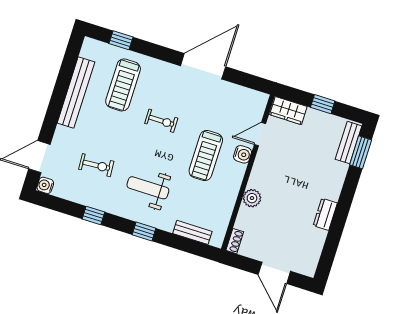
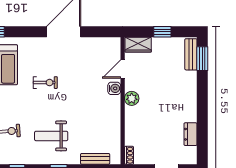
treadmill: (206, 156) -> (87, 98), removed
plant: (252, 198) -> (132, 98), moved
dresser: (325, 214) -> (190, 134), moved

